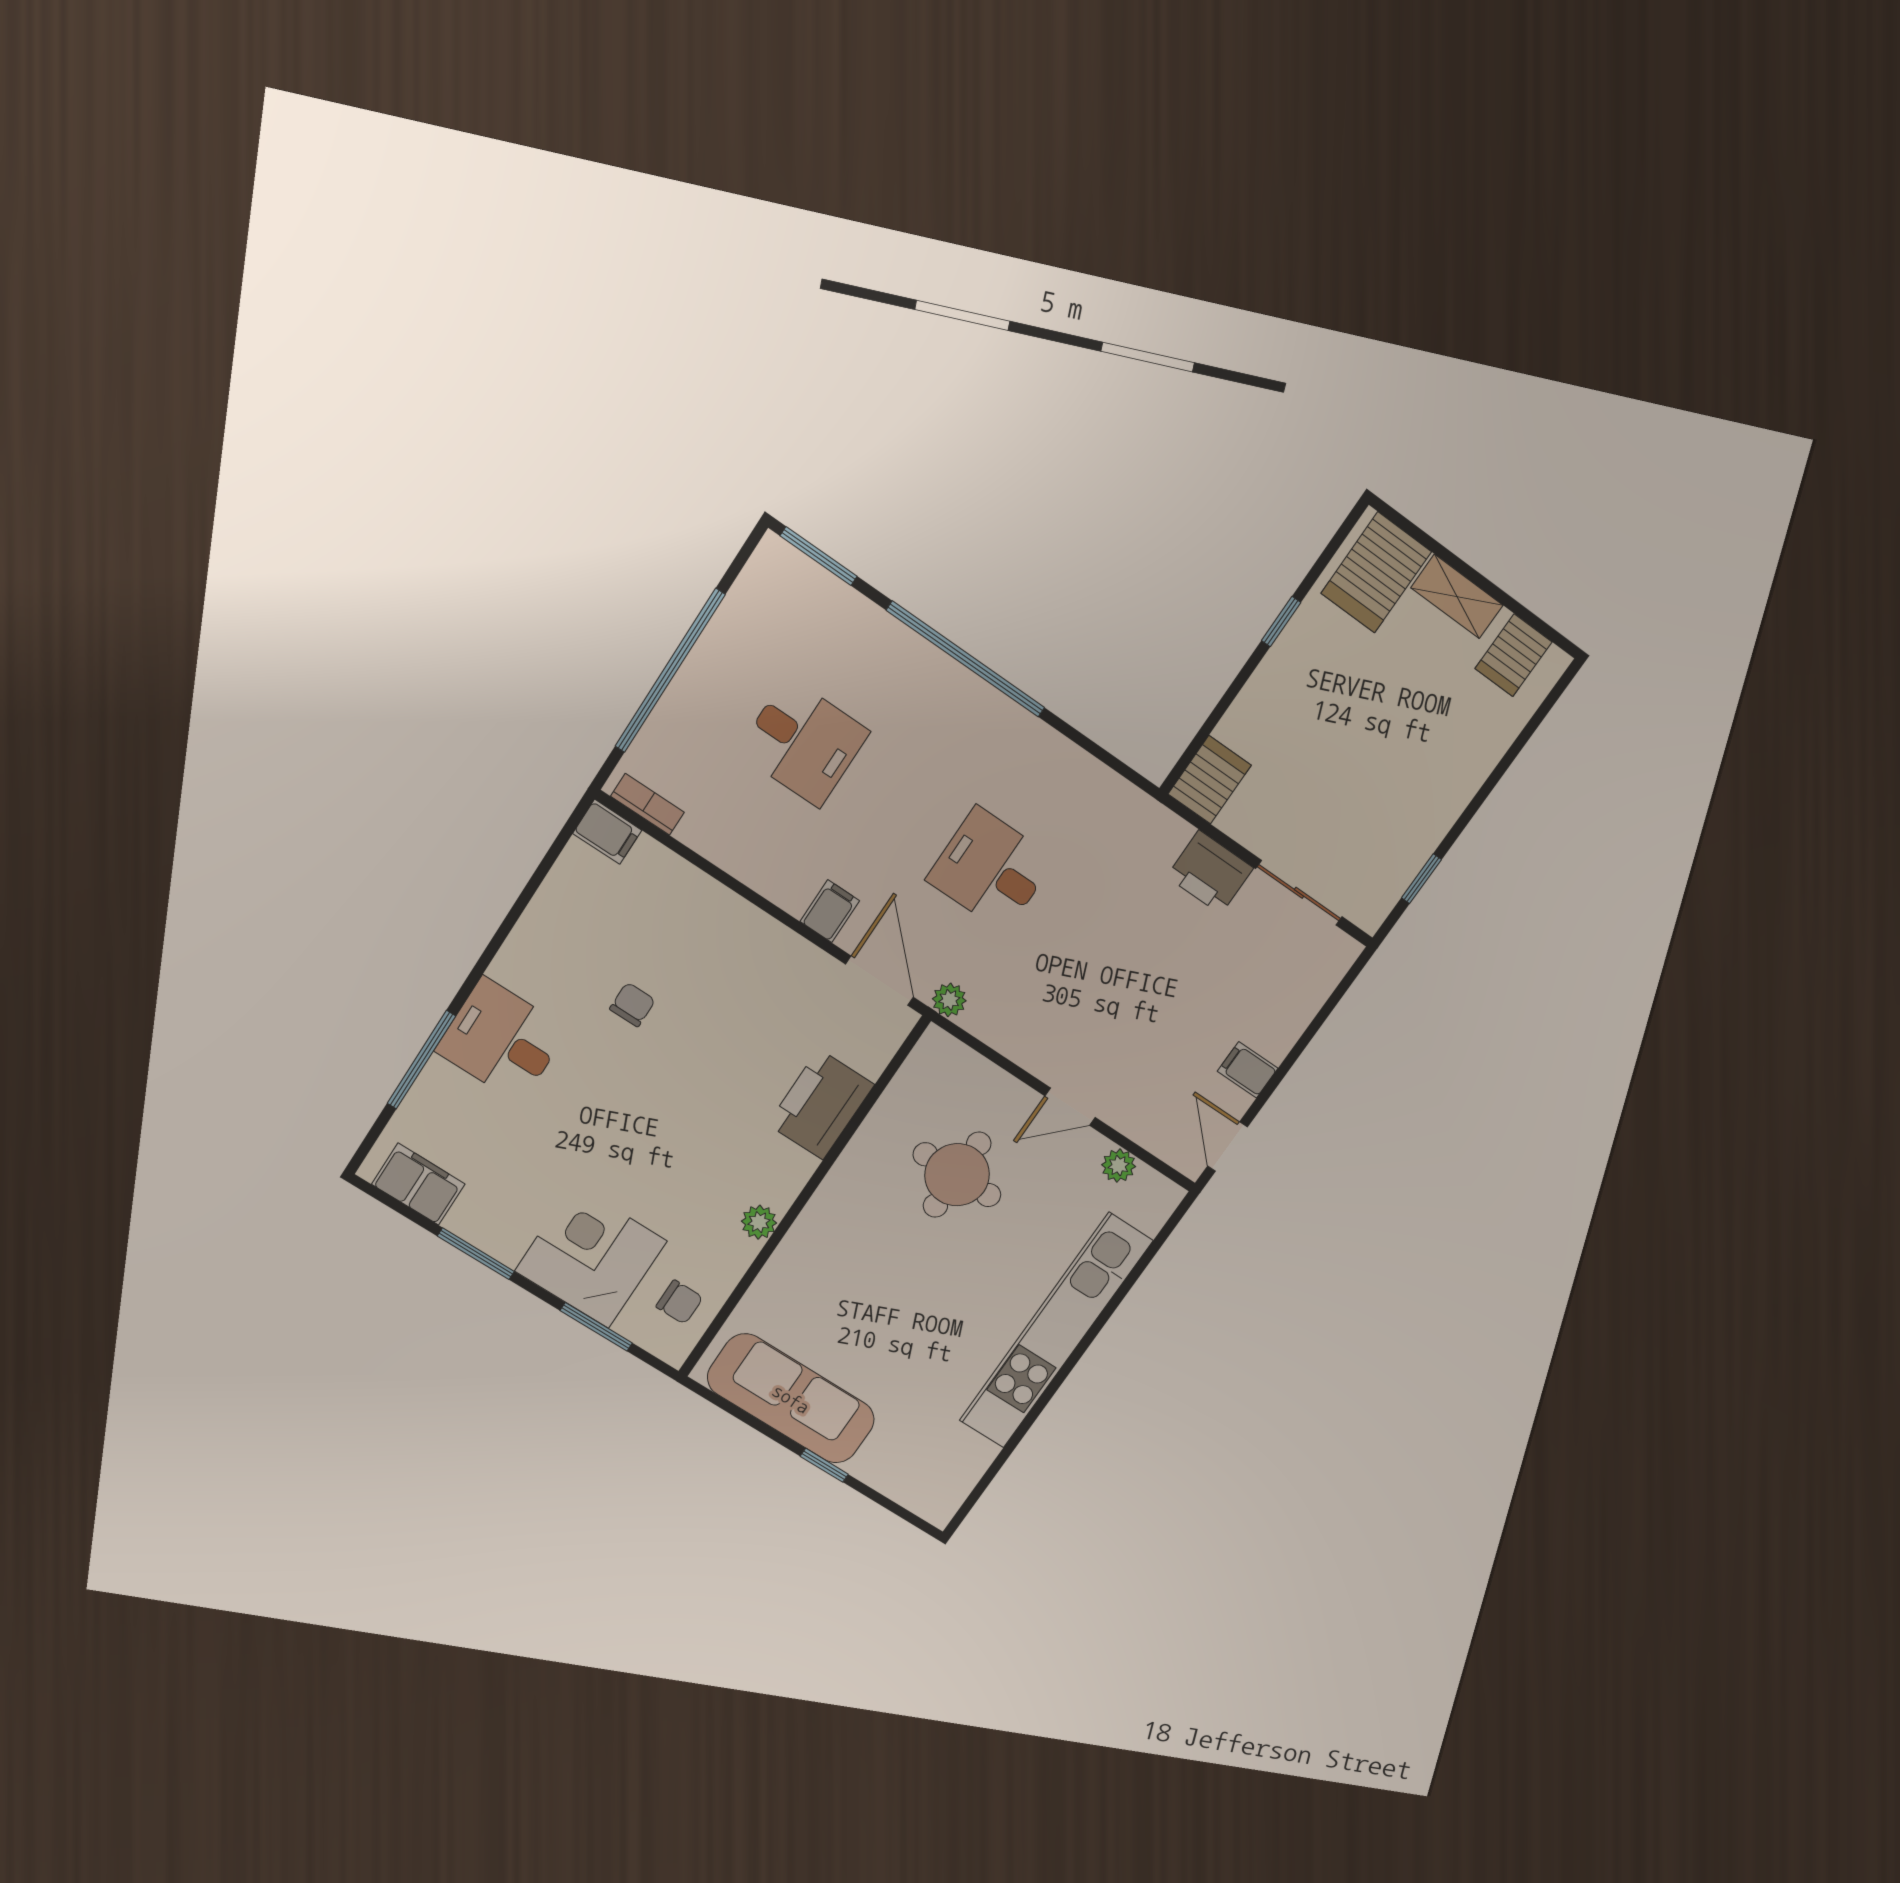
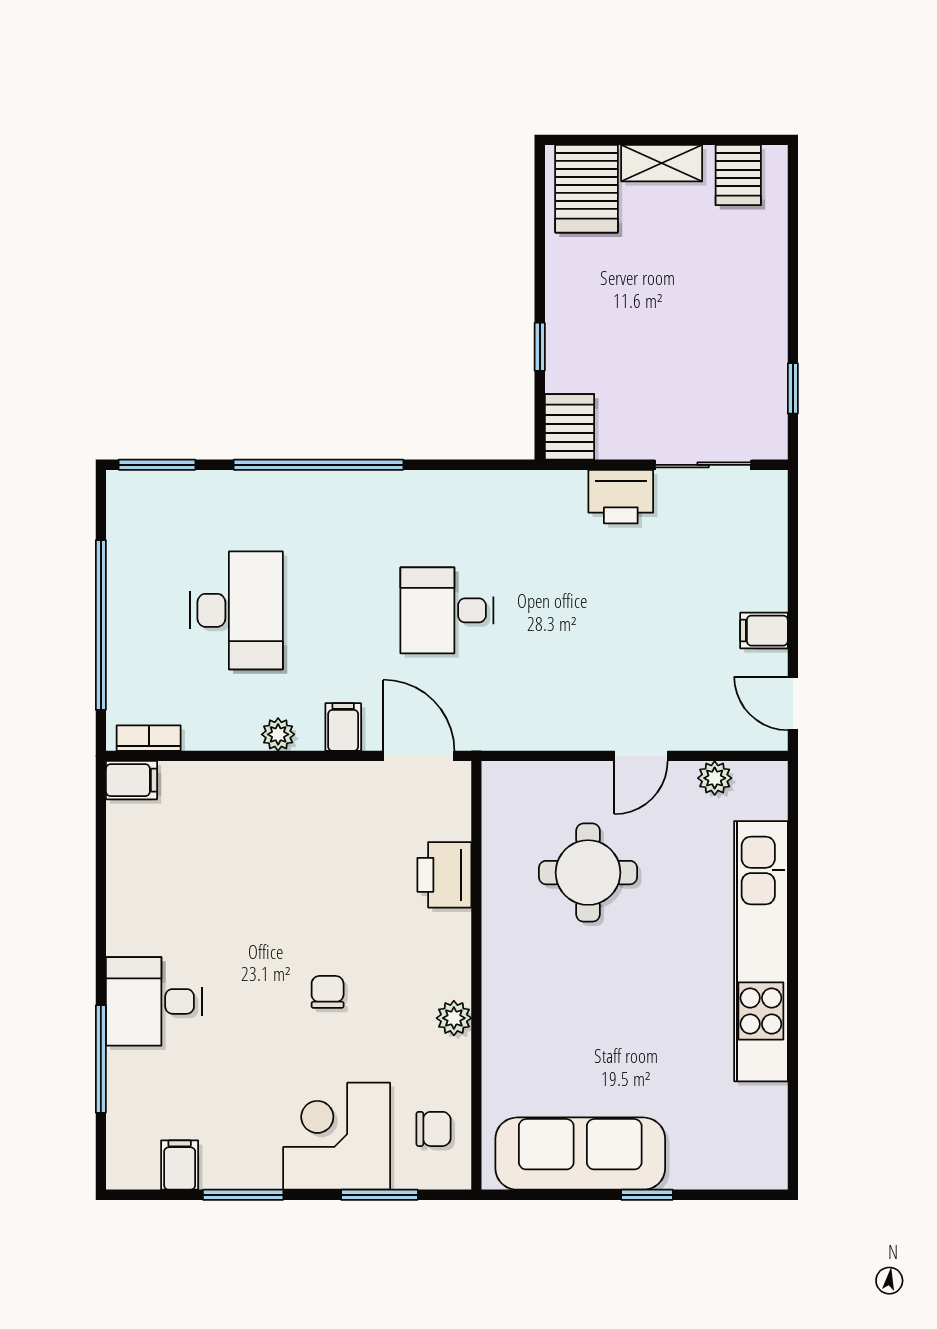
window: (1281, 622) -> (540, 347), moved
desk: (803, 742) -> (236, 610), width x1.37
plant: (949, 1000) -> (278, 734), moved
chair: (632, 1005) -> (328, 992), moved
printer: (821, 1104) -> (444, 875), width x0.73, depth x0.84
filing cabinet: (418, 1184) -> (180, 1165), width x0.50

